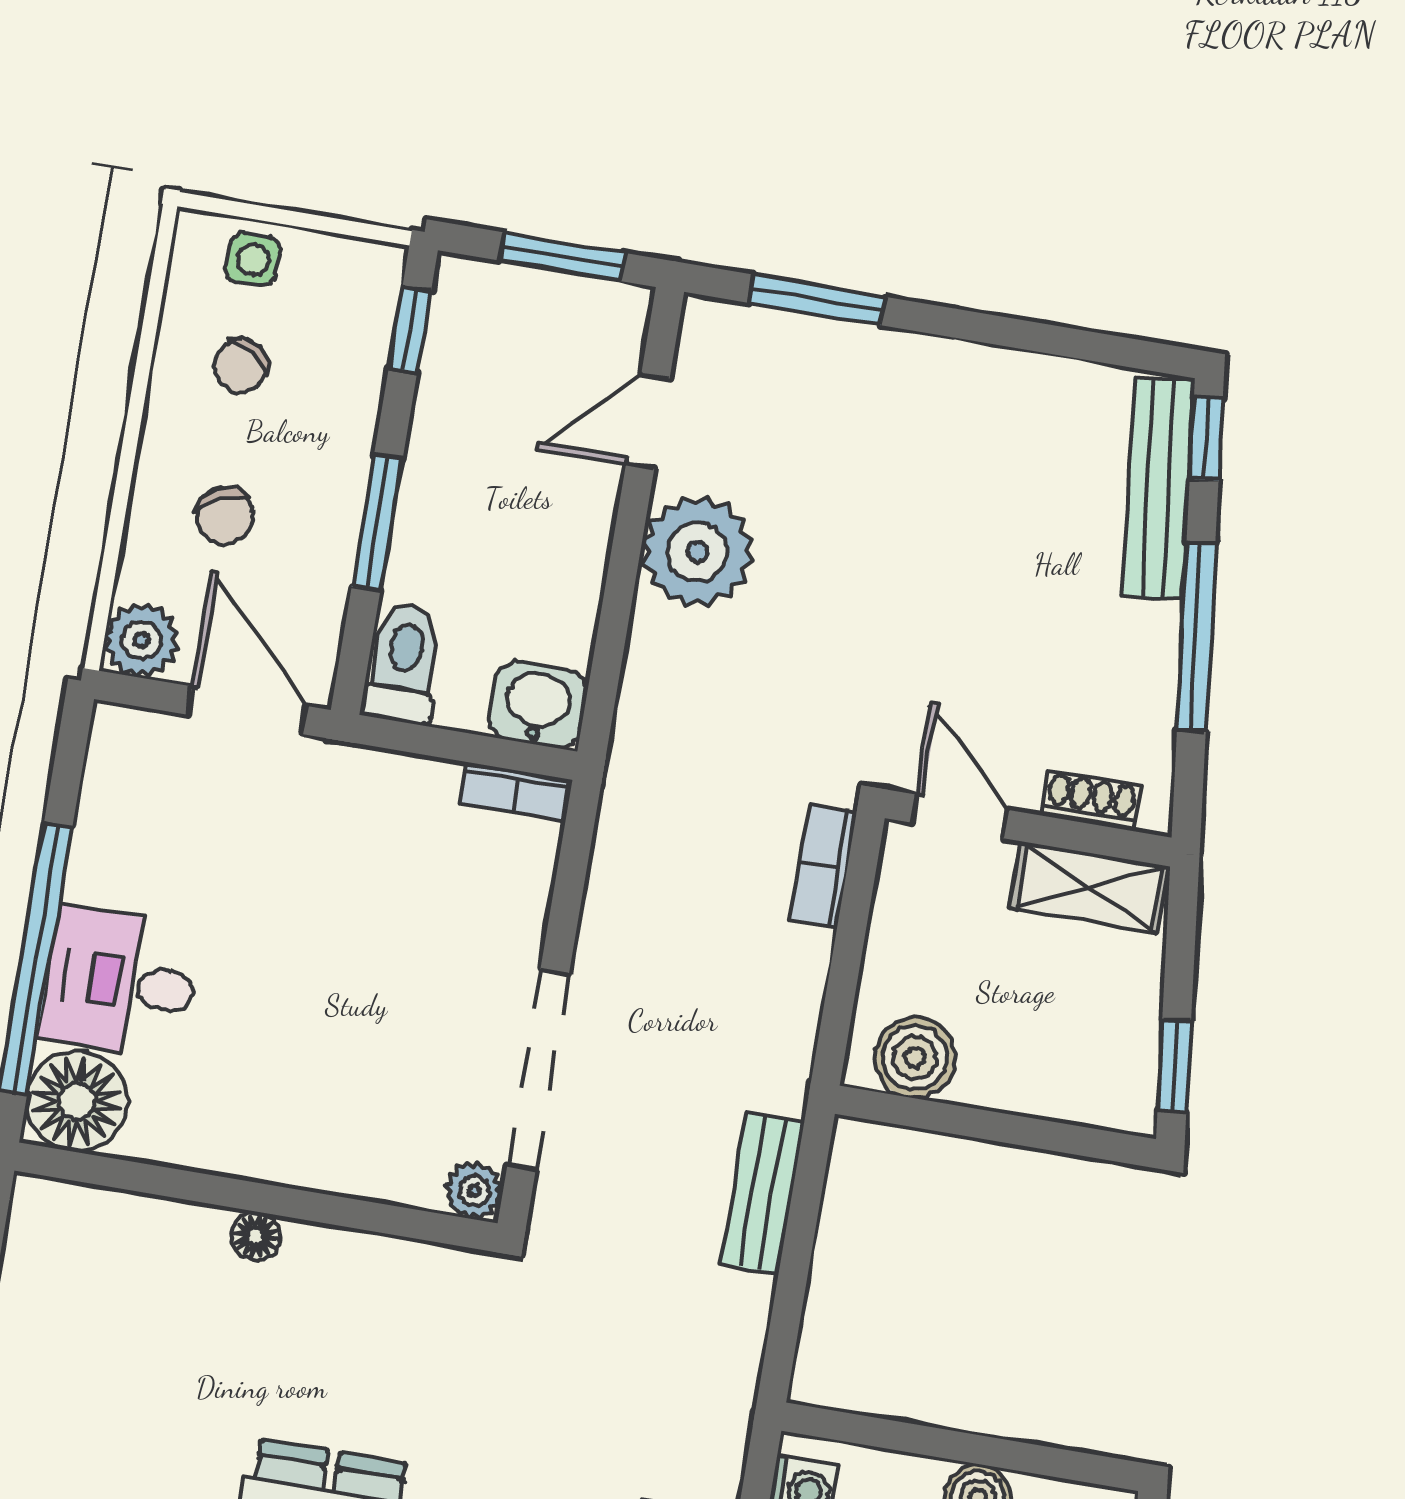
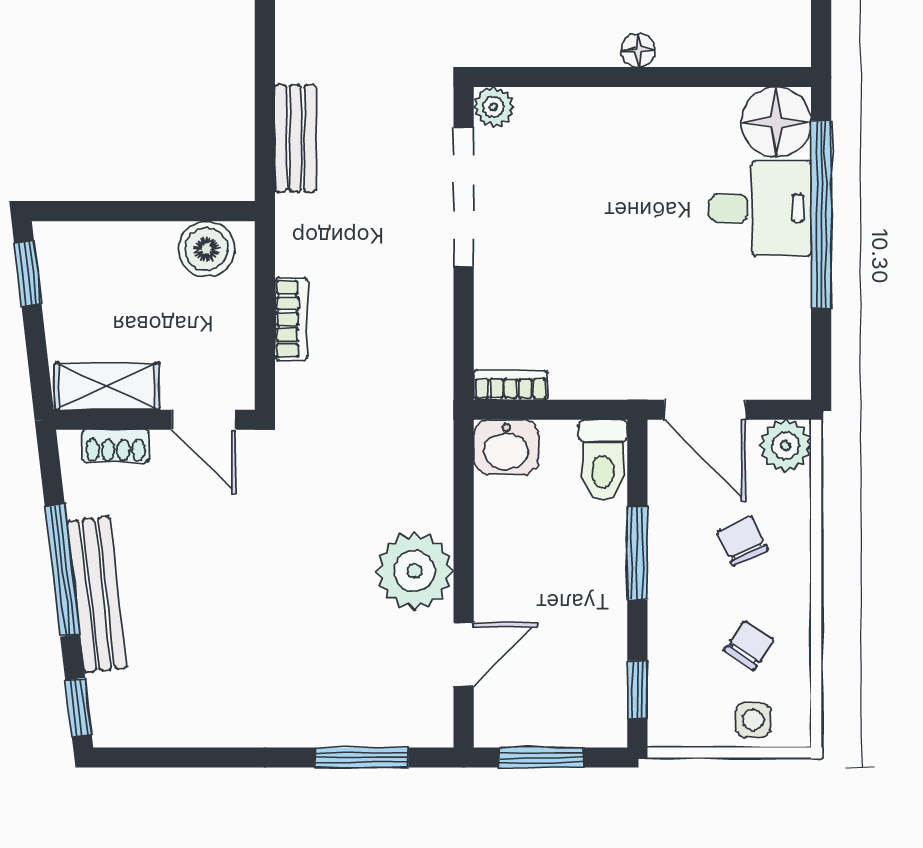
bench: (1159, 488) -> (97, 594), moved
bookcase: (824, 866) -> (291, 319), moved

